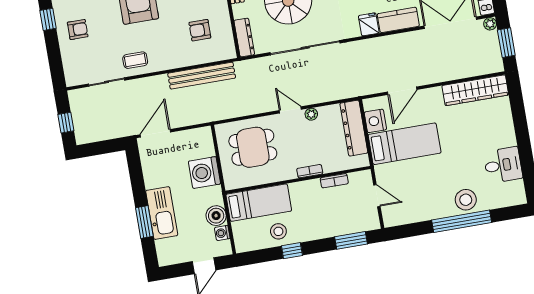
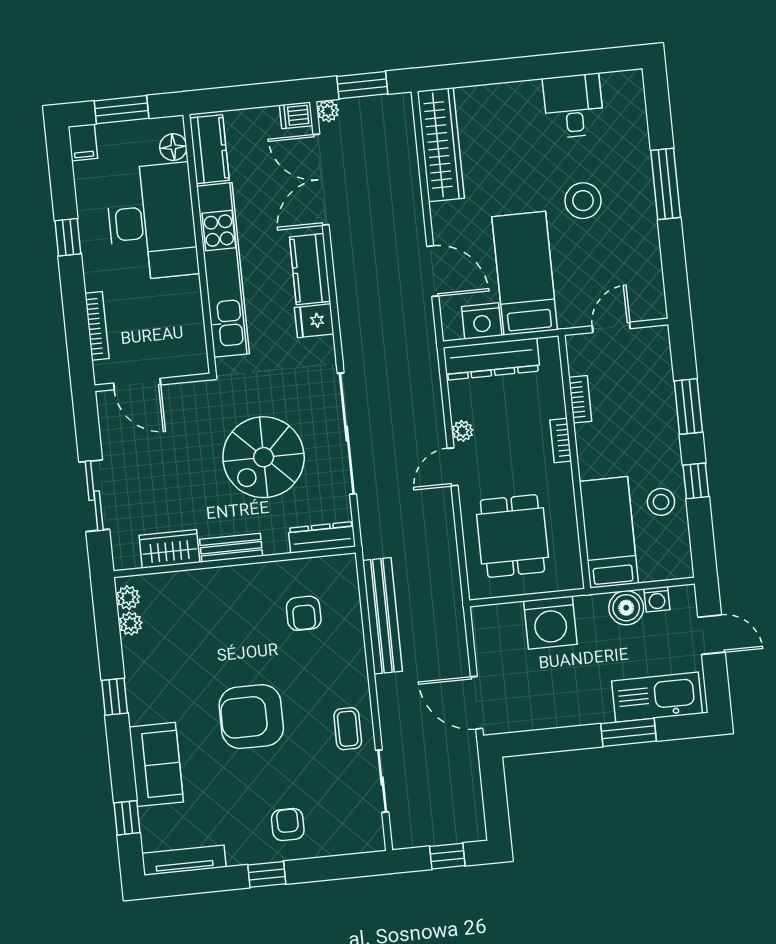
stool: (466, 200) -> (583, 201), moved
kitchen sink: (162, 213) -> (657, 697), moved
window: (462, 221) -> (666, 184), width x0.68
window: (351, 240) -> (688, 406), moved

